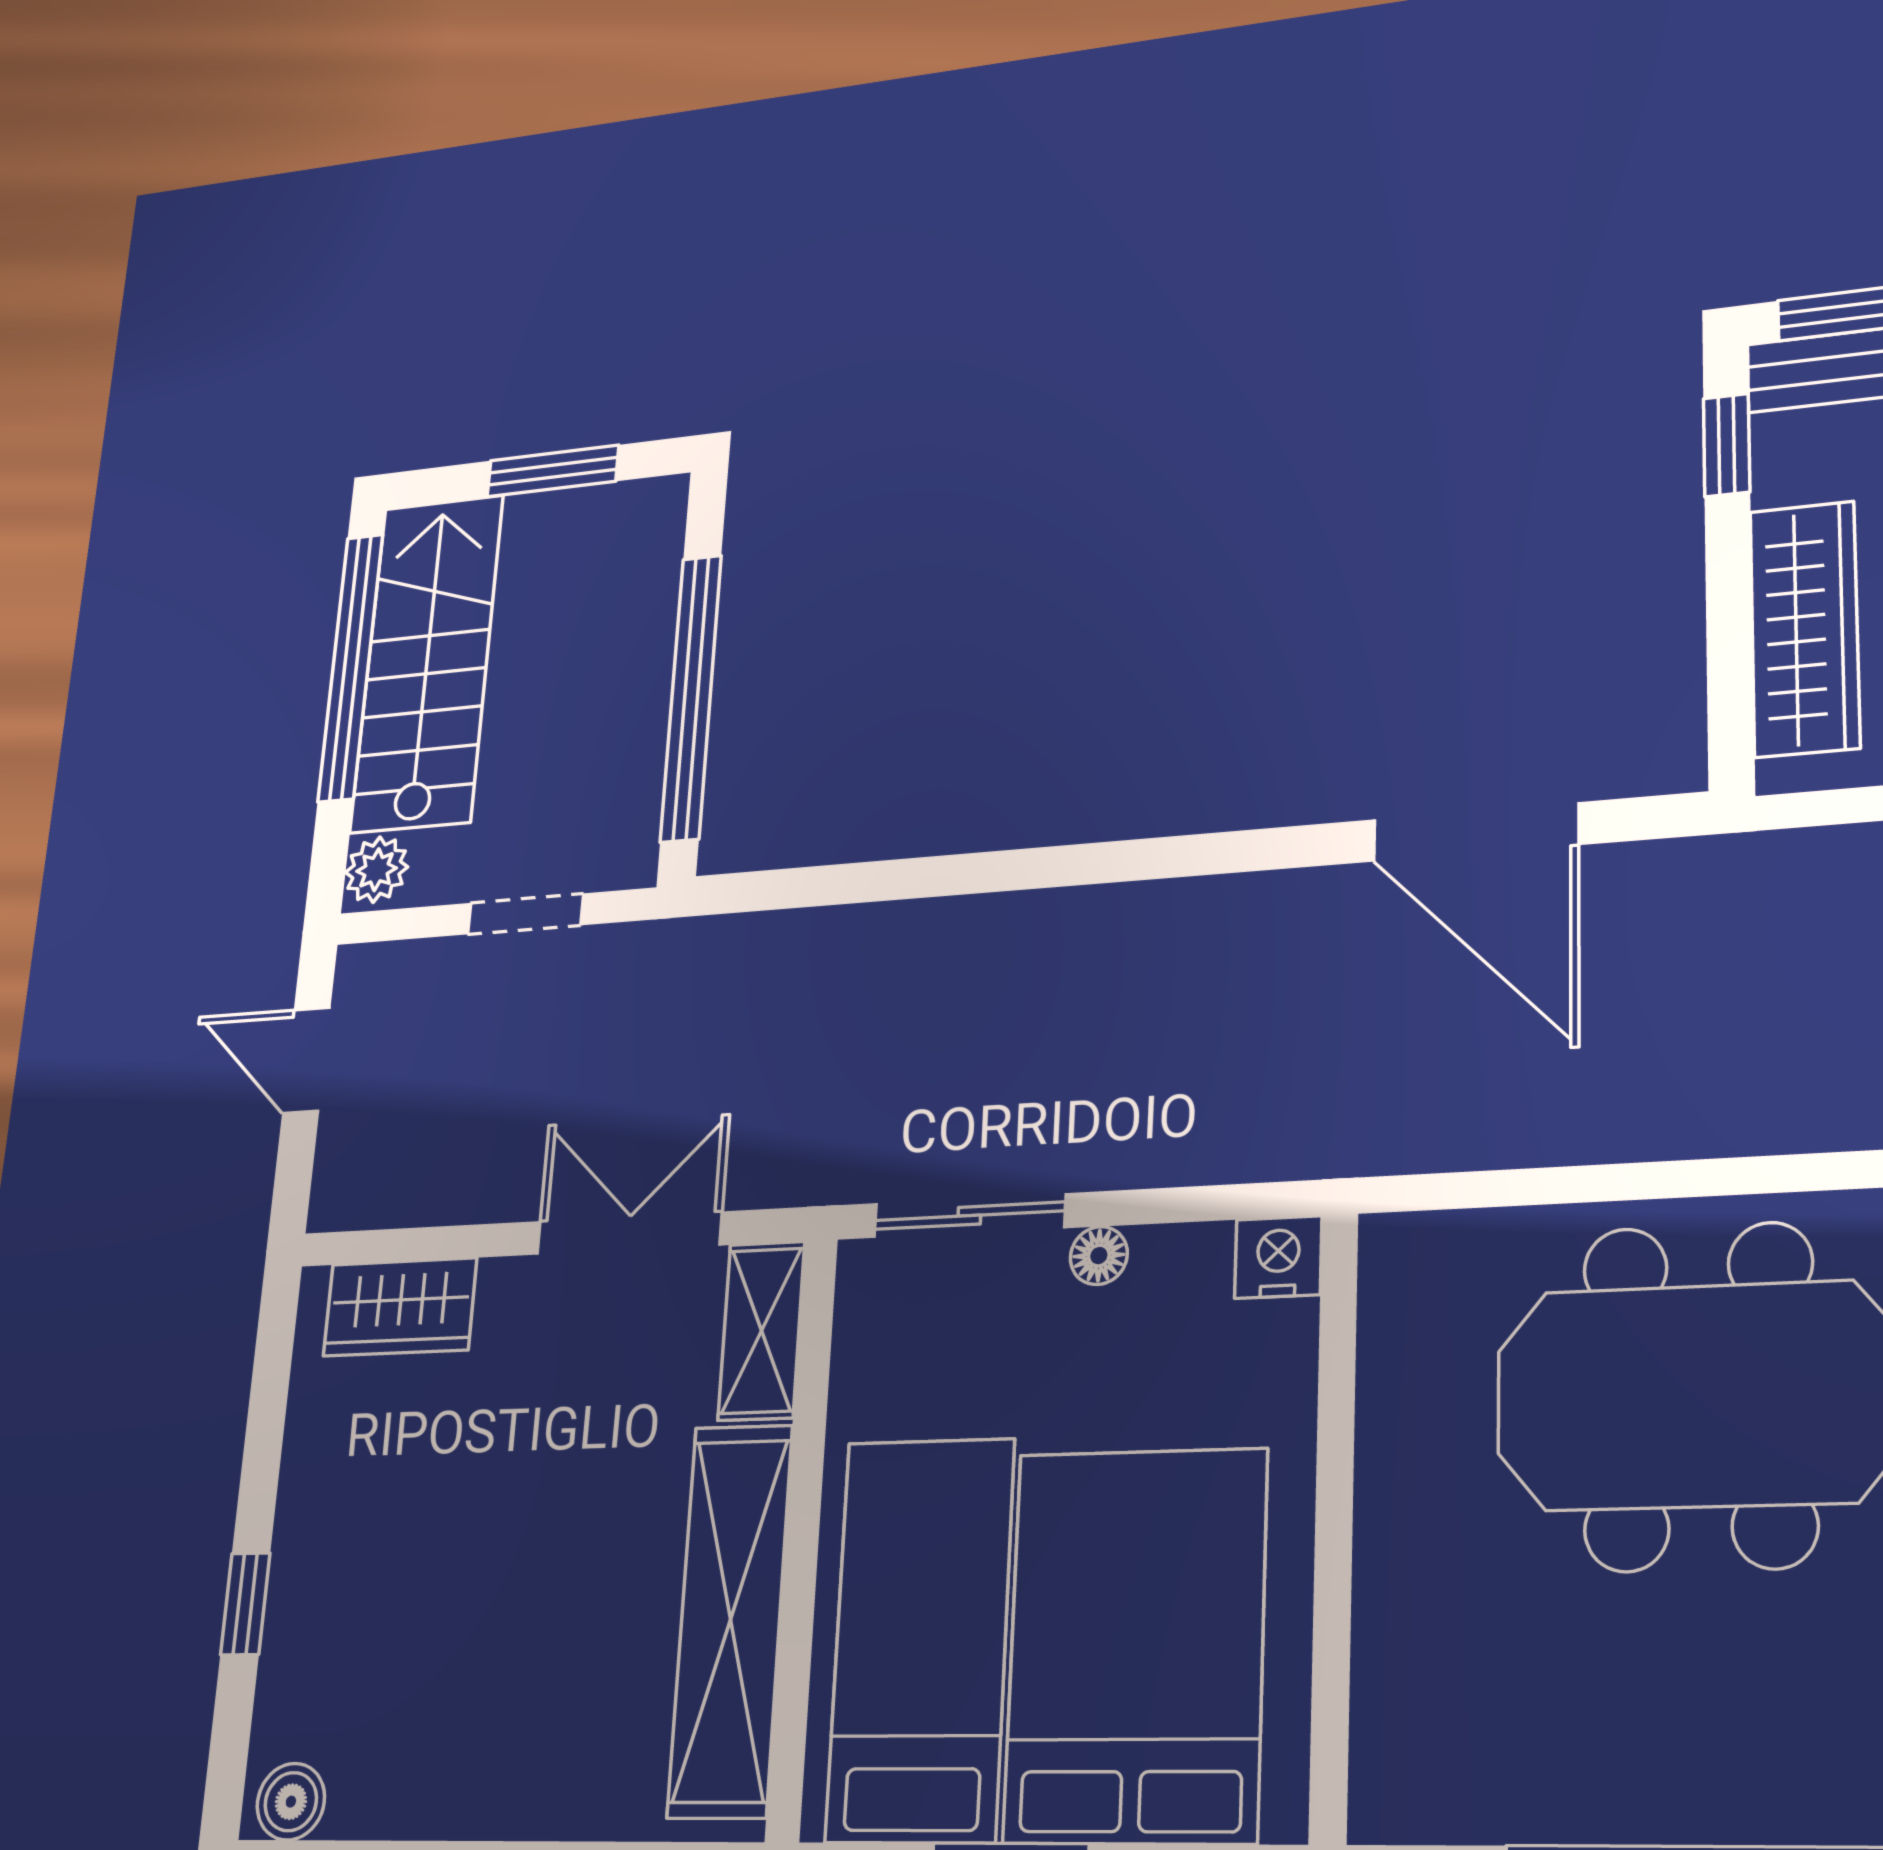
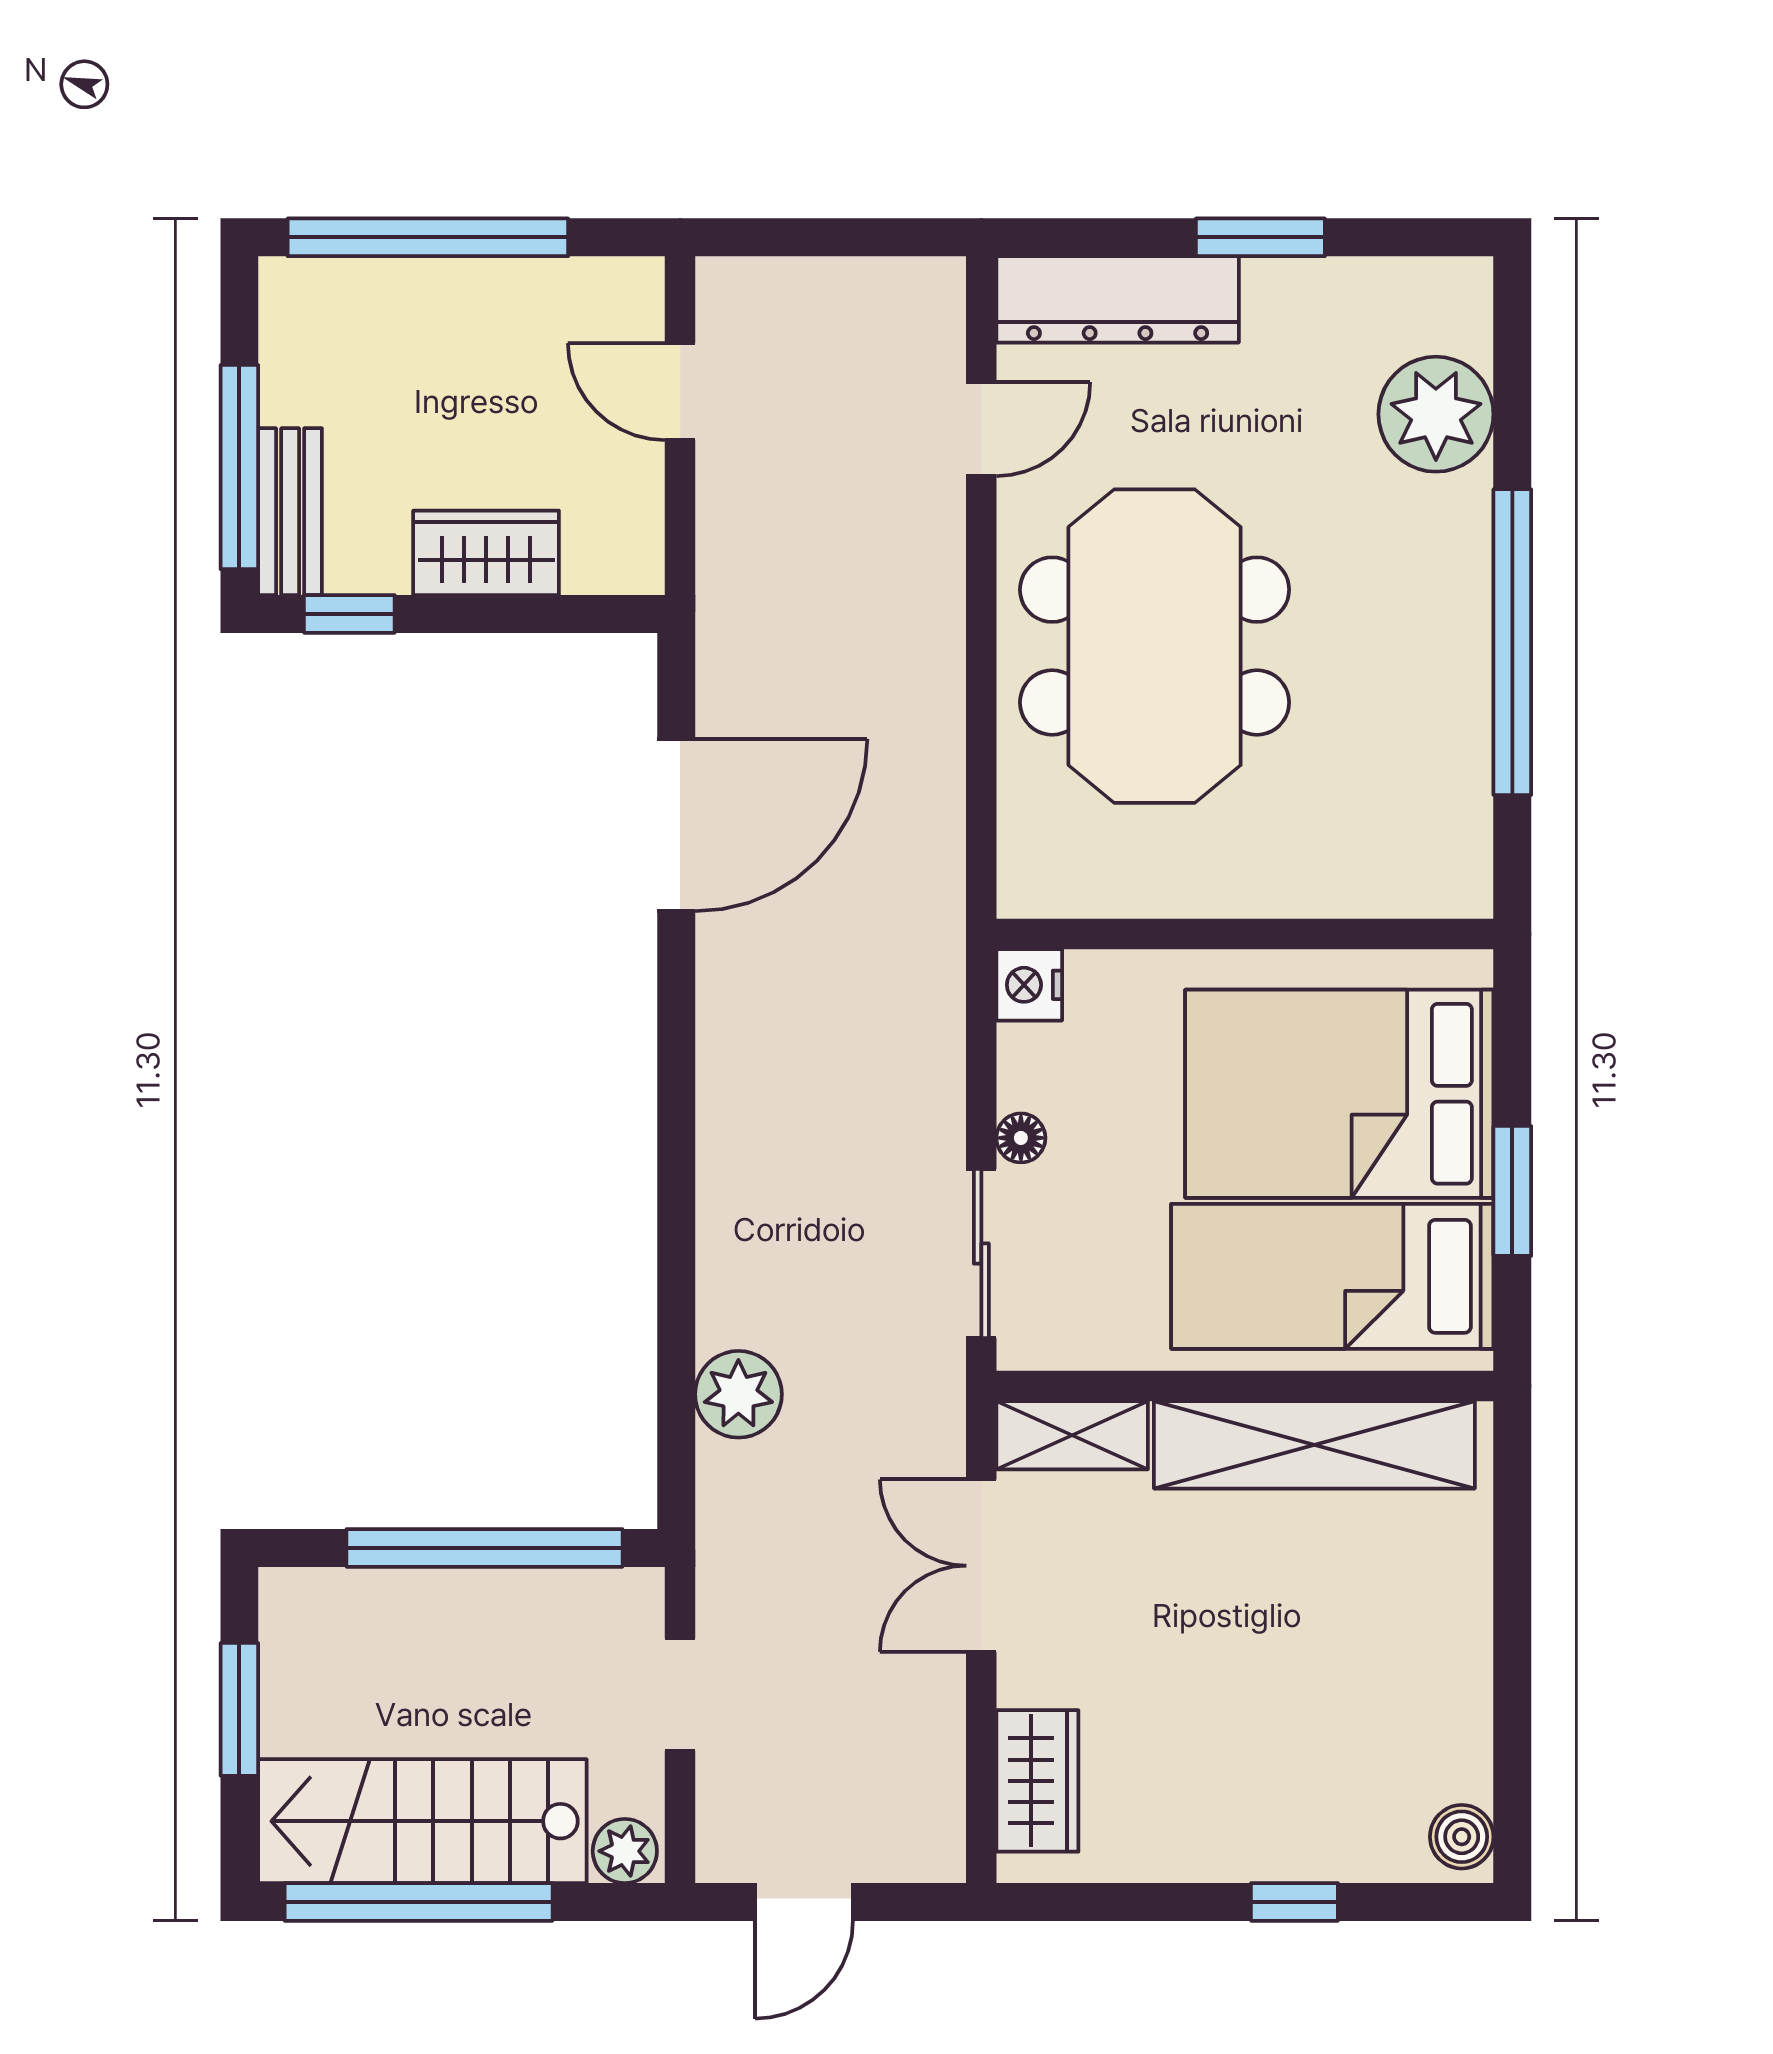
wardrobe: (1805, 629) -> (486, 553), width x0.67
plant: (831, 952) -> (738, 1394), added

